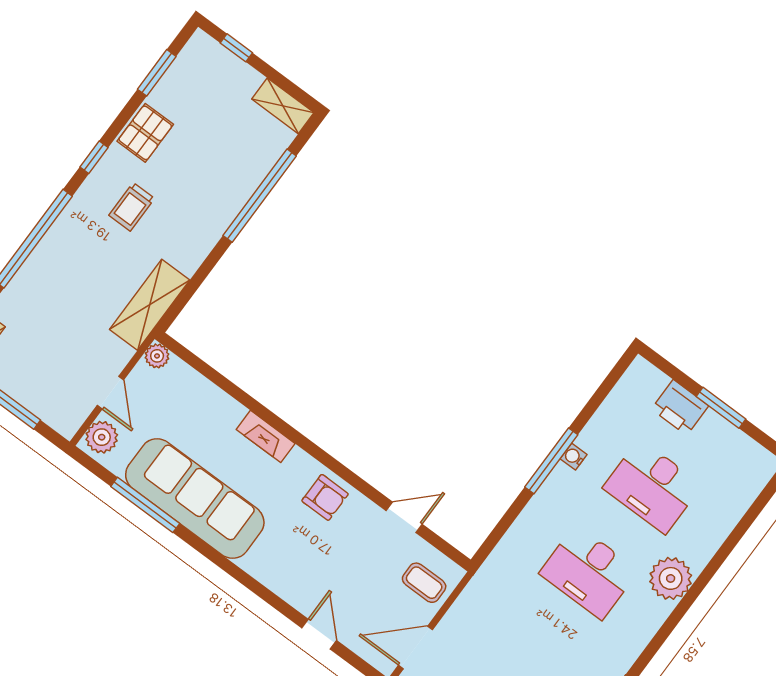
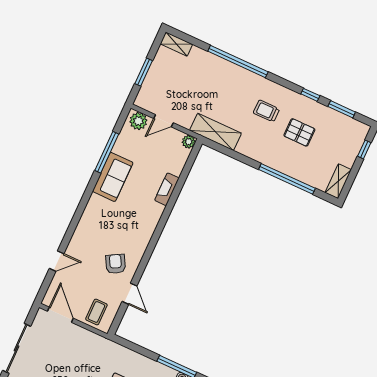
pallet: (145, 133) -> (299, 132), moved
window: (94, 157) -> (310, 95), moved
fireplace: (266, 436) -> (167, 189), moved
armchair: (325, 497) -> (116, 264), moved, turned 151
sofa: (195, 498) -> (113, 177), width x0.54, depth x0.79

